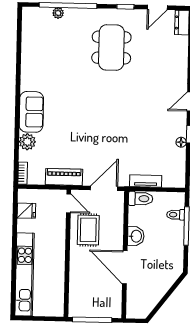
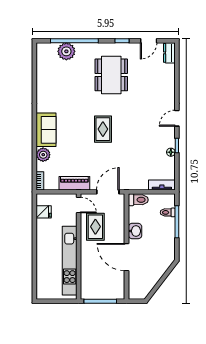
plant: (58, 13) -> (66, 51), width x1.88, depth x1.88
rug: (100, 113) -> (103, 129), added
tv unit: (146, 181) -> (162, 185), moved
kitchen unit: (24, 274) -> (70, 261), moved, turned 180

